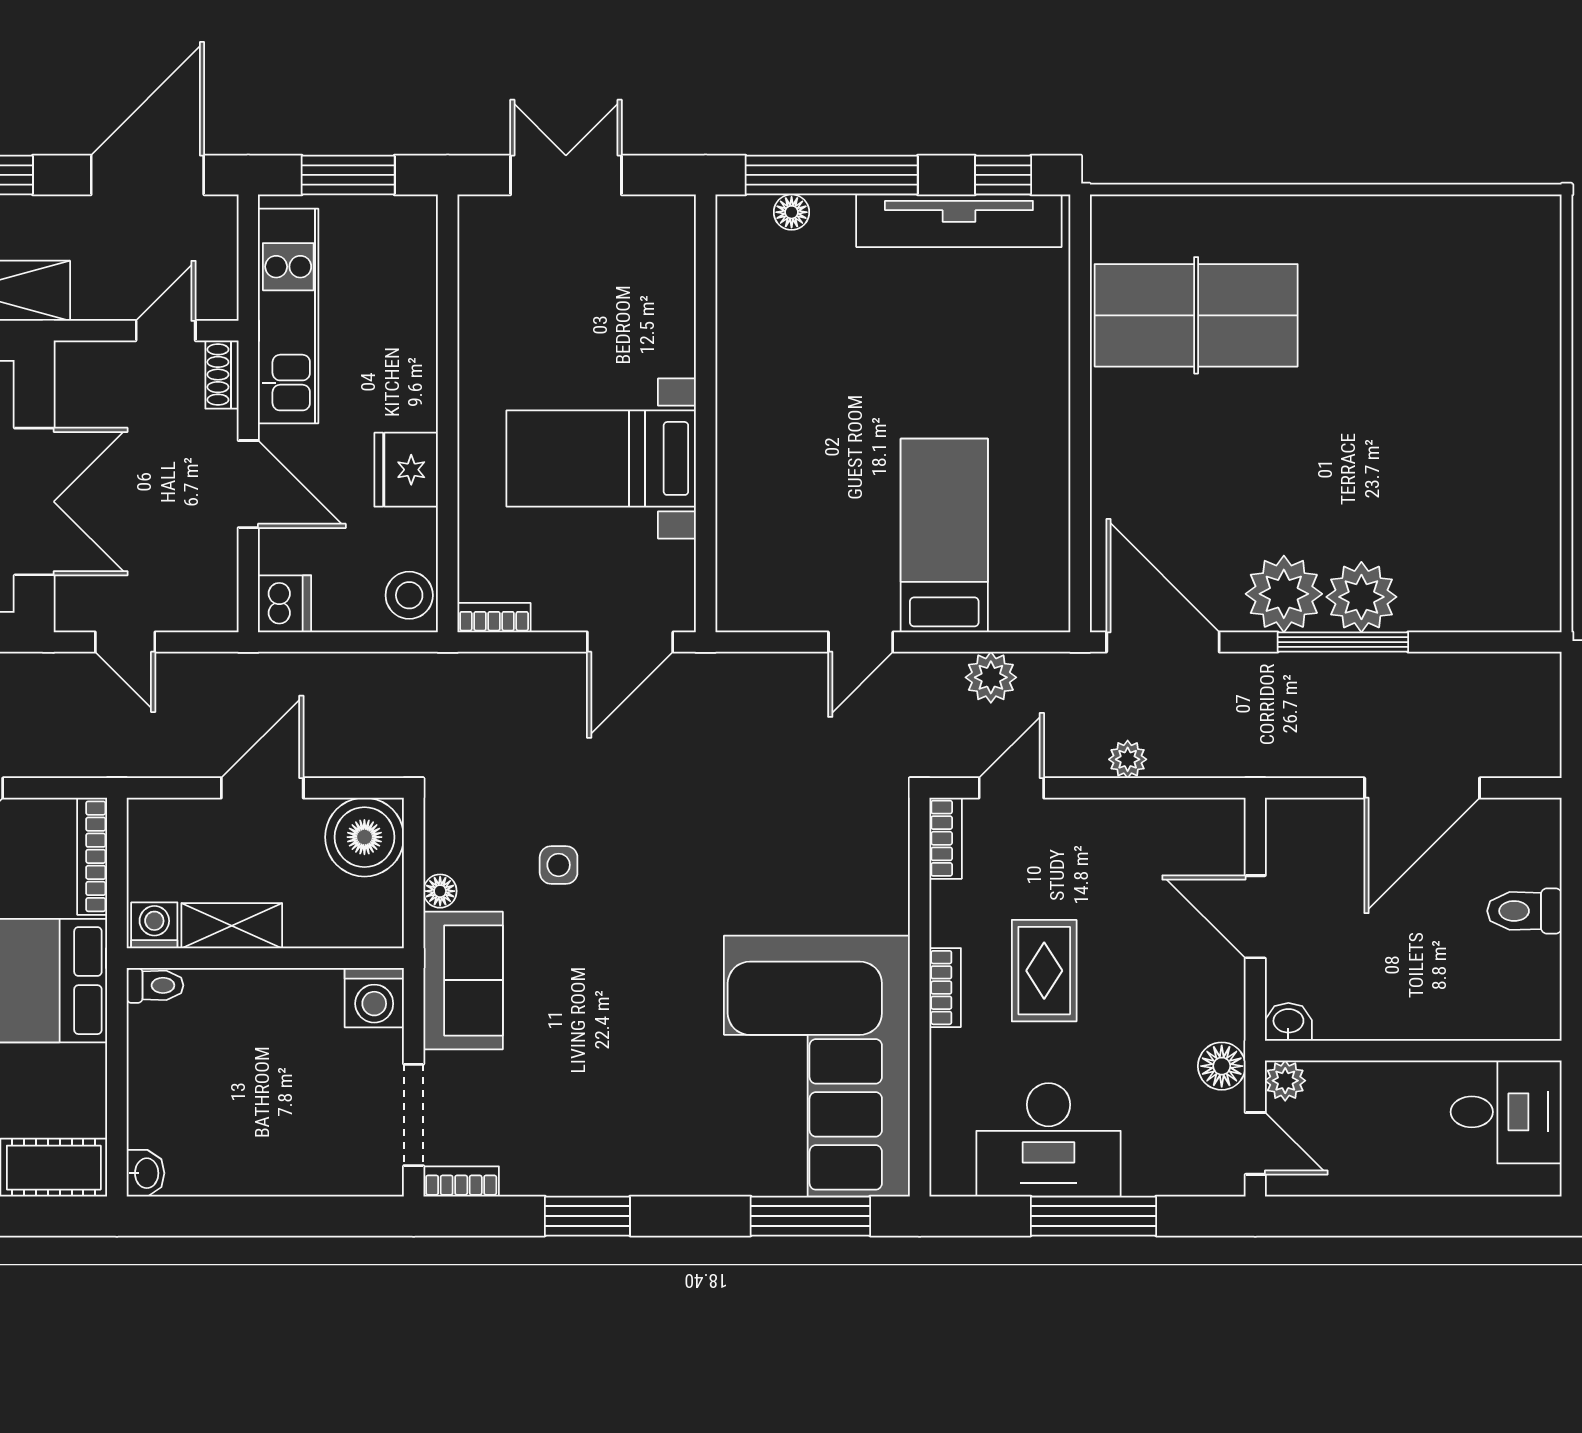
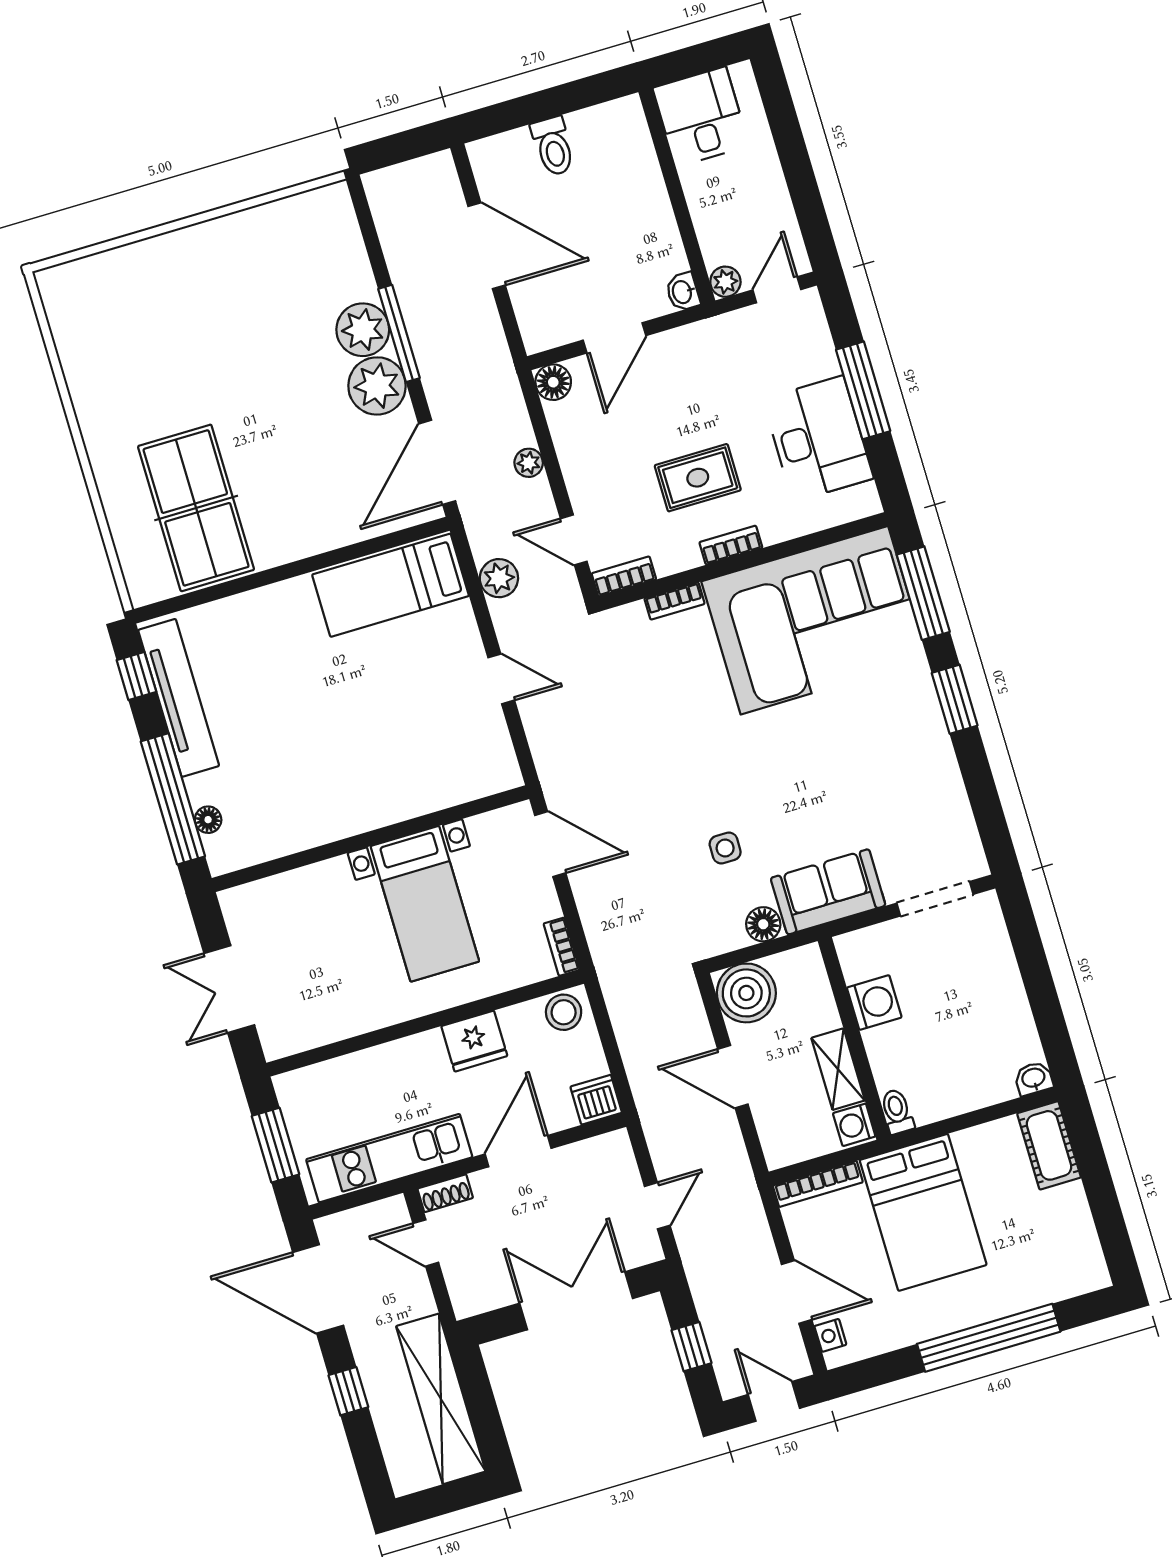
bed: (944, 535) -> (391, 585), moved
floor lamp: (440, 891) -> (763, 924), width x1.37, depth x1.37
washing machine: (374, 998) -> (874, 1002), moved
floor lamp: (1222, 1066) -> (553, 382), moved
bookcase: (461, 1181) -> (675, 601), moved, turned -90
window: (587, 1216) -> (955, 699), moved

